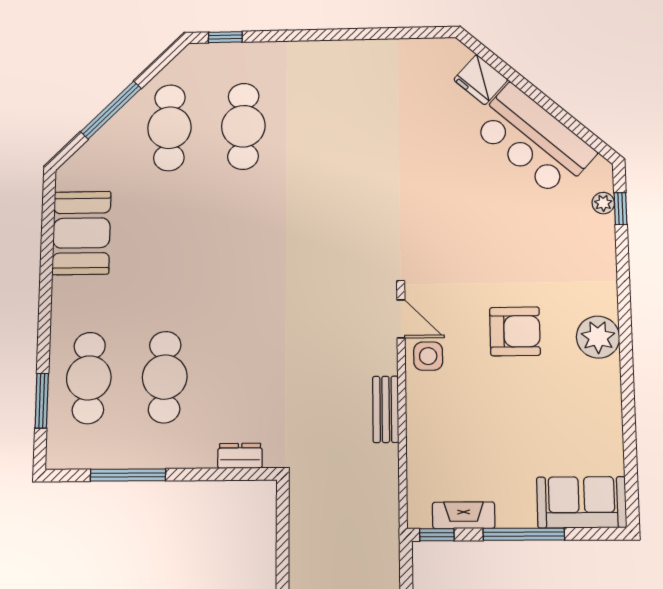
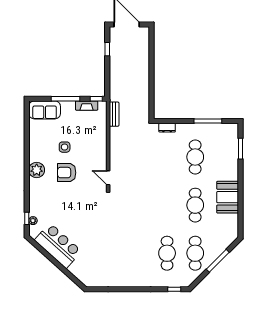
fridge: (481, 80) -> (77, 270), removed
booth: (81, 233) -> (228, 197), moved
side table: (428, 356) -> (65, 147), moved
cafe table: (89, 378) -> (195, 205), moved
bench: (386, 409) -> (114, 114), moved

